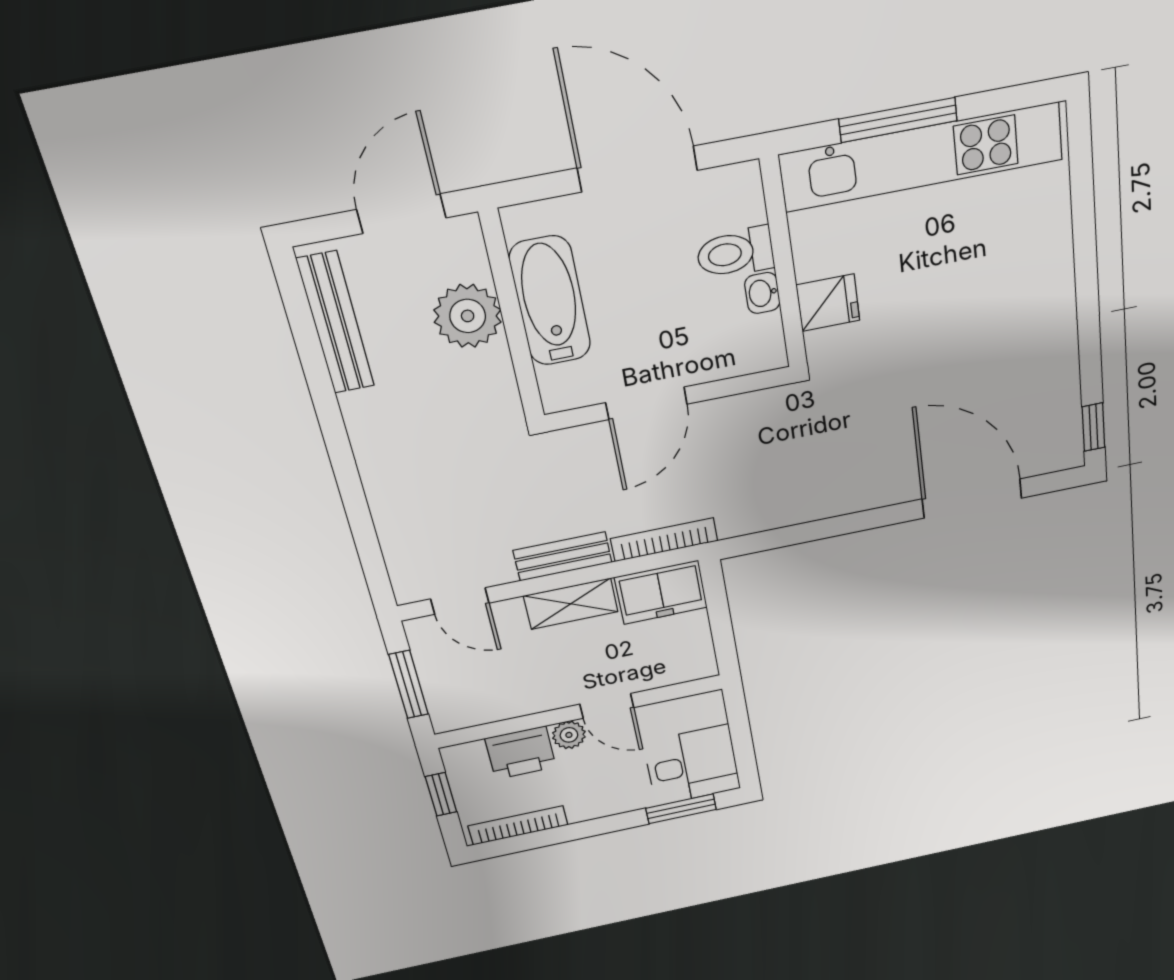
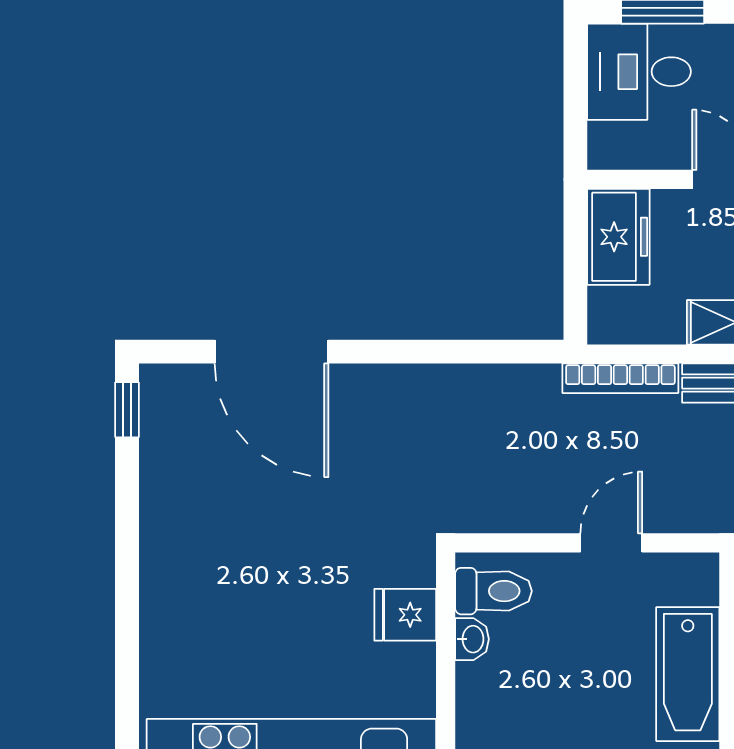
toilet: (735, 253) -> (493, 591), moved
door: (646, 403) -> (611, 543), width x0.73
freezer: (661, 592) -> (618, 237), moved, turned 90

